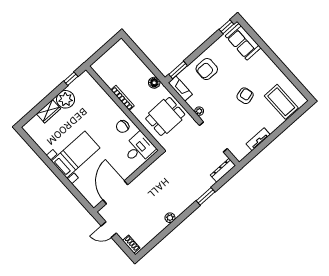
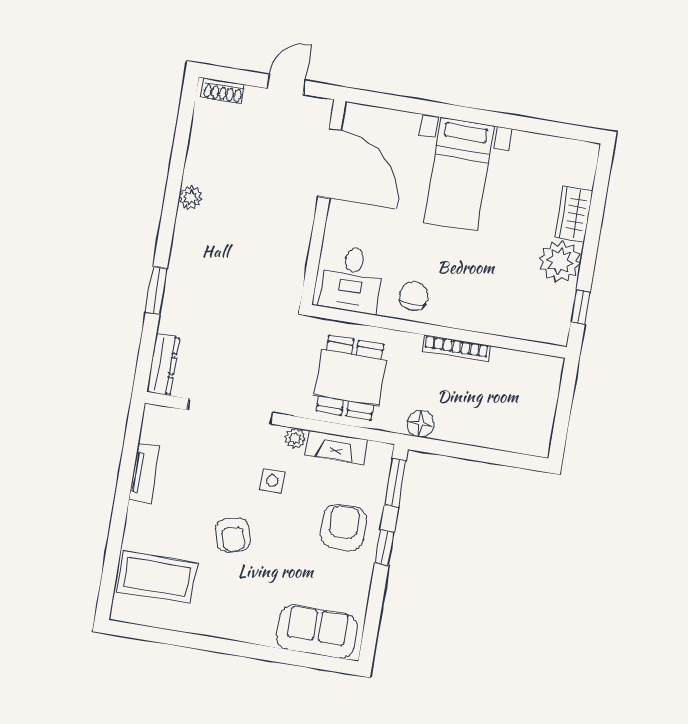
window: (226, 27) -> (384, 548), moved
fireplace: (180, 89) -> (336, 447), moved
side table: (218, 103) -> (272, 481), added

